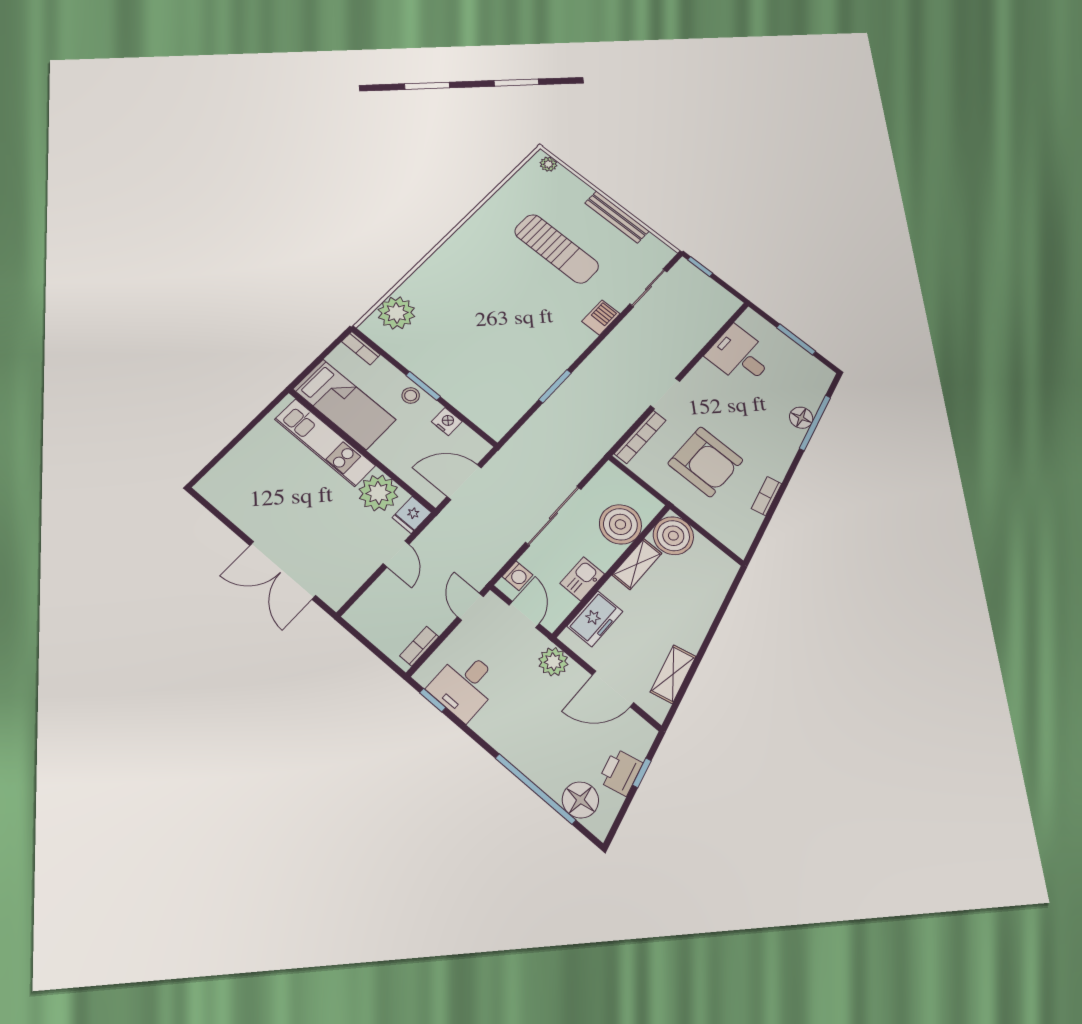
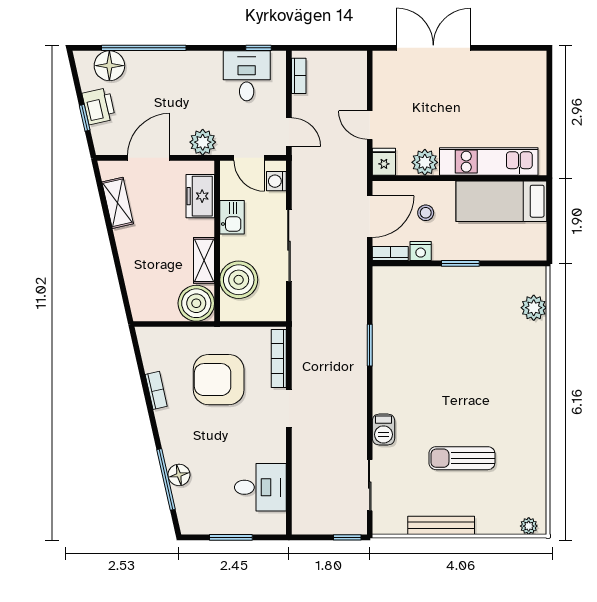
sun lounger: (557, 249) -> (462, 458), width x0.73, depth x0.75
plant: (396, 313) -> (534, 308), width x0.73, depth x0.73
bookcase: (361, 348) -> (390, 254), moved
stool: (411, 395) -> (426, 213), moved
plant: (378, 493) -> (425, 162), width x0.73, depth x0.73

